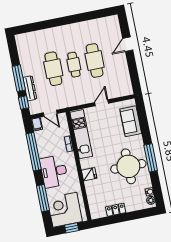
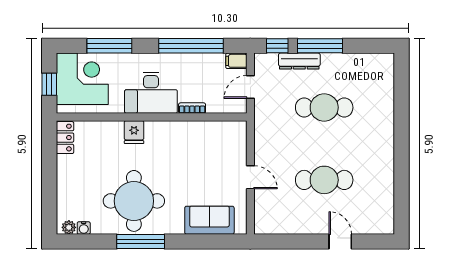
cafe table: (74, 65) -> (324, 144), removed
kitchen unit: (81, 134) -> (204, 132), removed
desk: (54, 171) -> (151, 93), moved, turned 180
locker: (116, 210) -> (65, 138), moved

